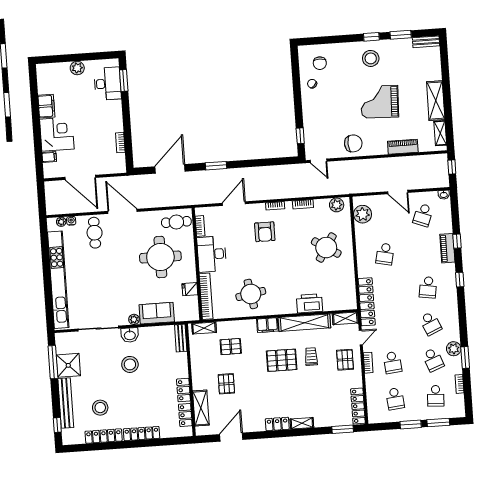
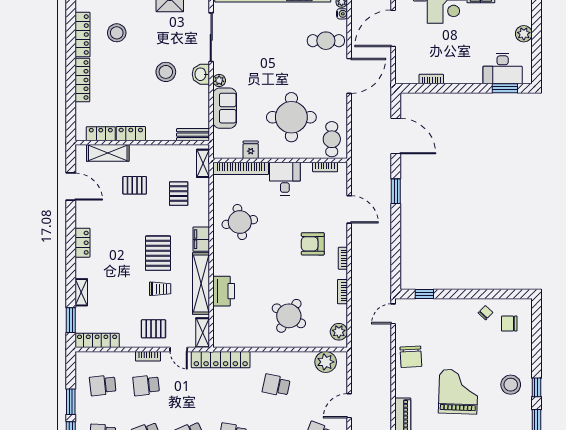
desk: (212, 254) -> (285, 179), width x0.73
shelving: (302, 423) -> (81, 292), moved

